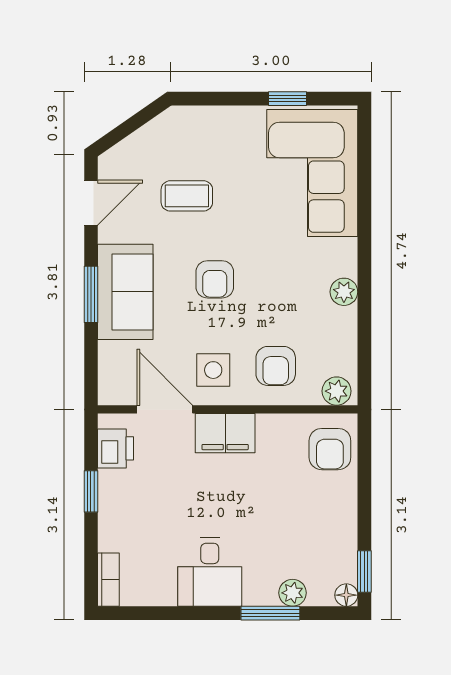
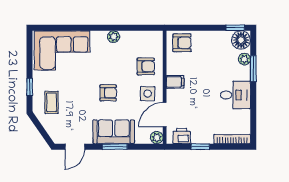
window: (287, 99) -> (30, 87), moved
coffee table: (187, 196) -> (51, 102), moved
door: (91, 203) -> (75, 147), swing flipped
plant: (337, 391) -> (157, 138), moved
filing cabinet: (225, 433) -> (175, 82), width x0.50
bookcase: (108, 580) -> (232, 139), width x1.56
floor lamp: (346, 595) -> (241, 40), width x1.89, depth x1.89

